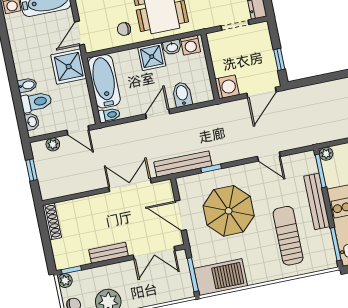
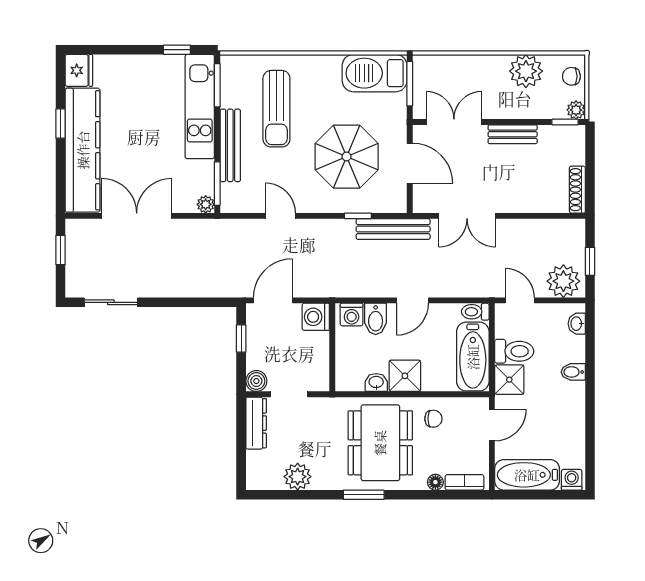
boiler: (261, 30) -> (256, 381), added
washing machine: (191, 45) -> (352, 315), moved, turned 180
shower: (69, 67) -> (509, 380), width x0.73, depth x0.73
toilet: (36, 102) -> (514, 351), moved, turned 180
plant: (53, 144) -> (563, 281), width x1.88, depth x1.88

